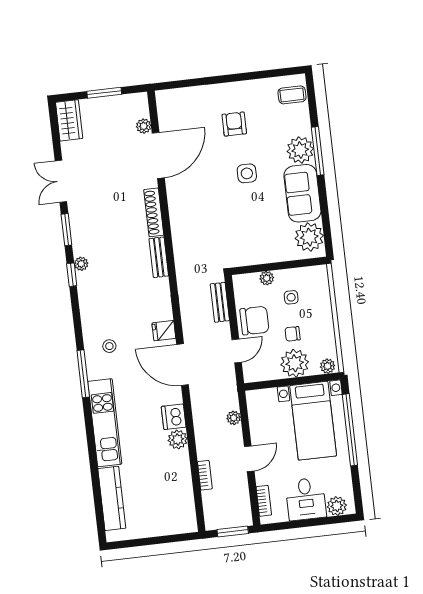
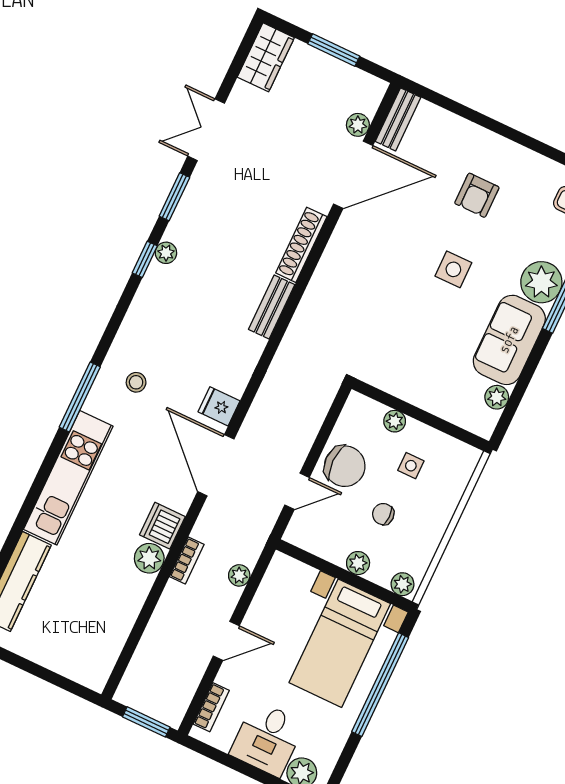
armchair: (234, 124) -> (477, 195), turned 180
plant: (309, 237) -> (497, 397), width x0.53, depth x0.53
bench: (220, 302) -> (398, 119), moved
plant: (295, 363) -> (358, 563), width x0.53, depth x0.53
bookcase: (205, 475) -> (187, 560), moved

